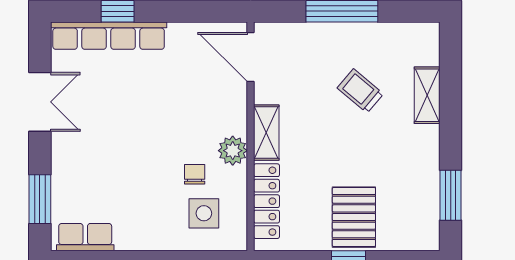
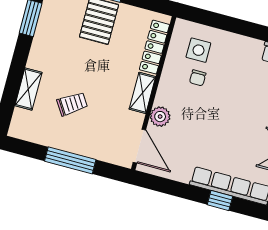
trolley: (360, 91) -> (72, 104), turned -73
plant: (233, 151) -> (160, 117), moved

